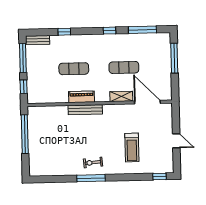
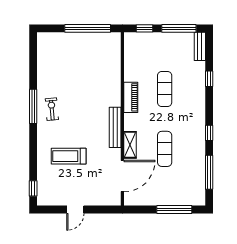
bench: (85, 110) -> (115, 127), moved

